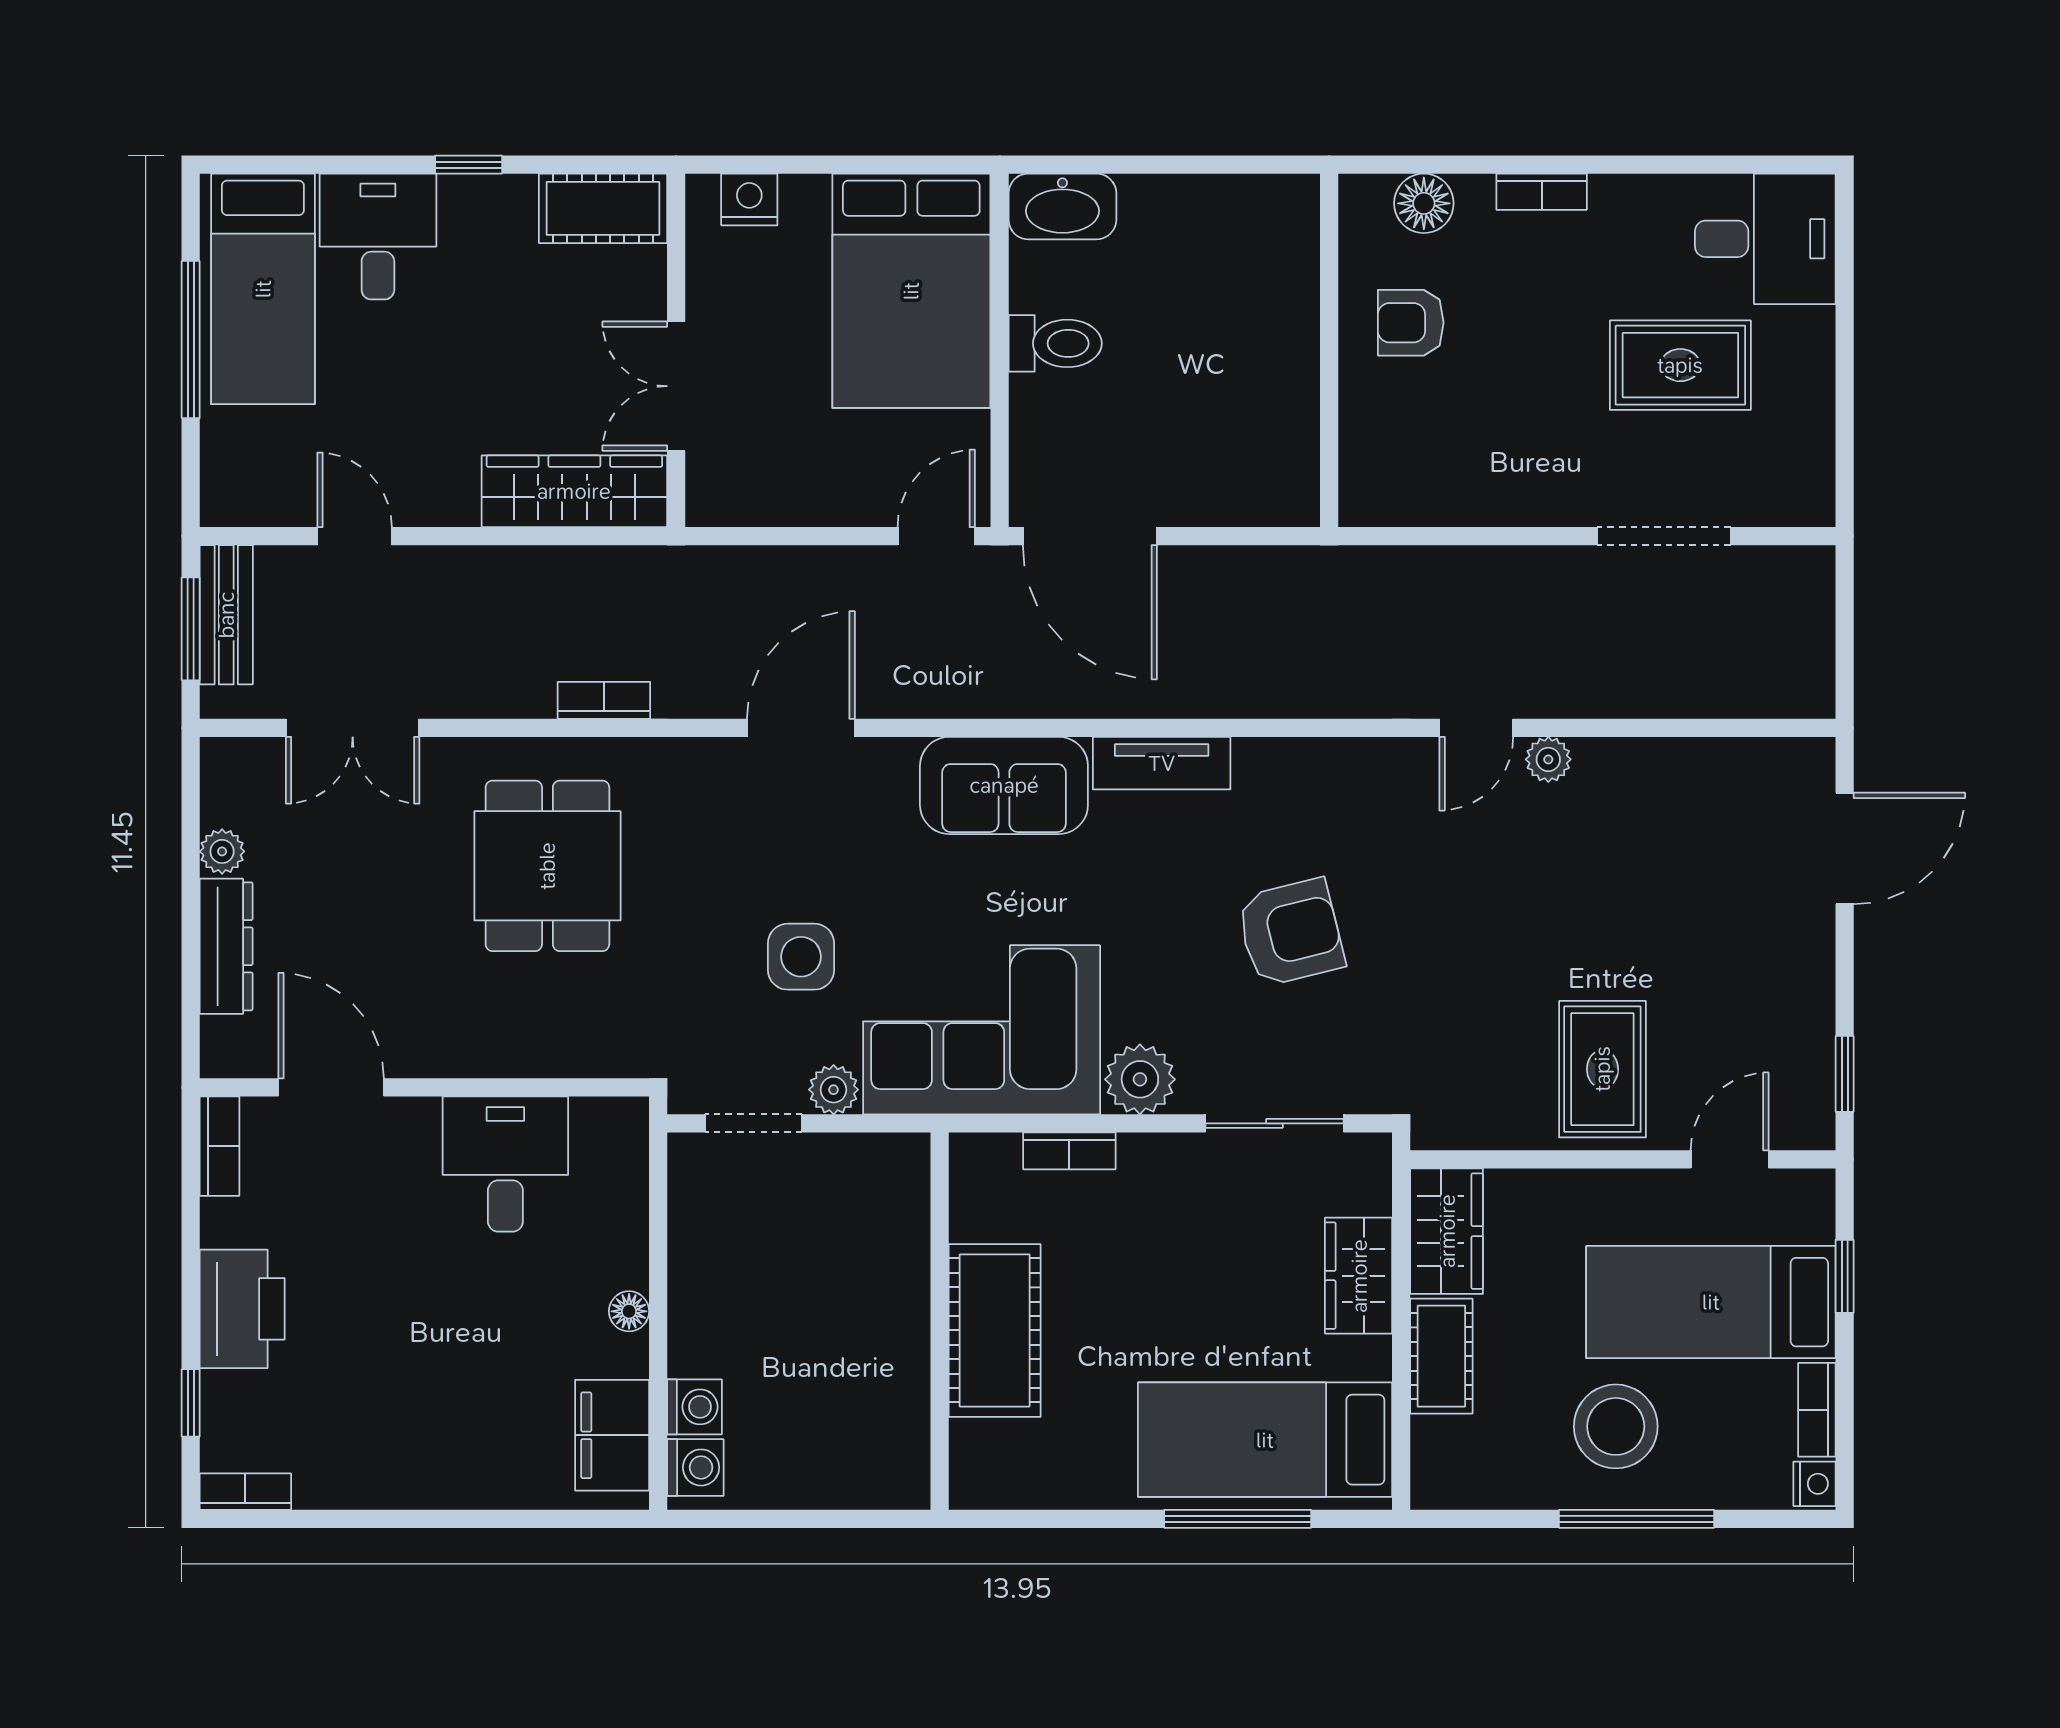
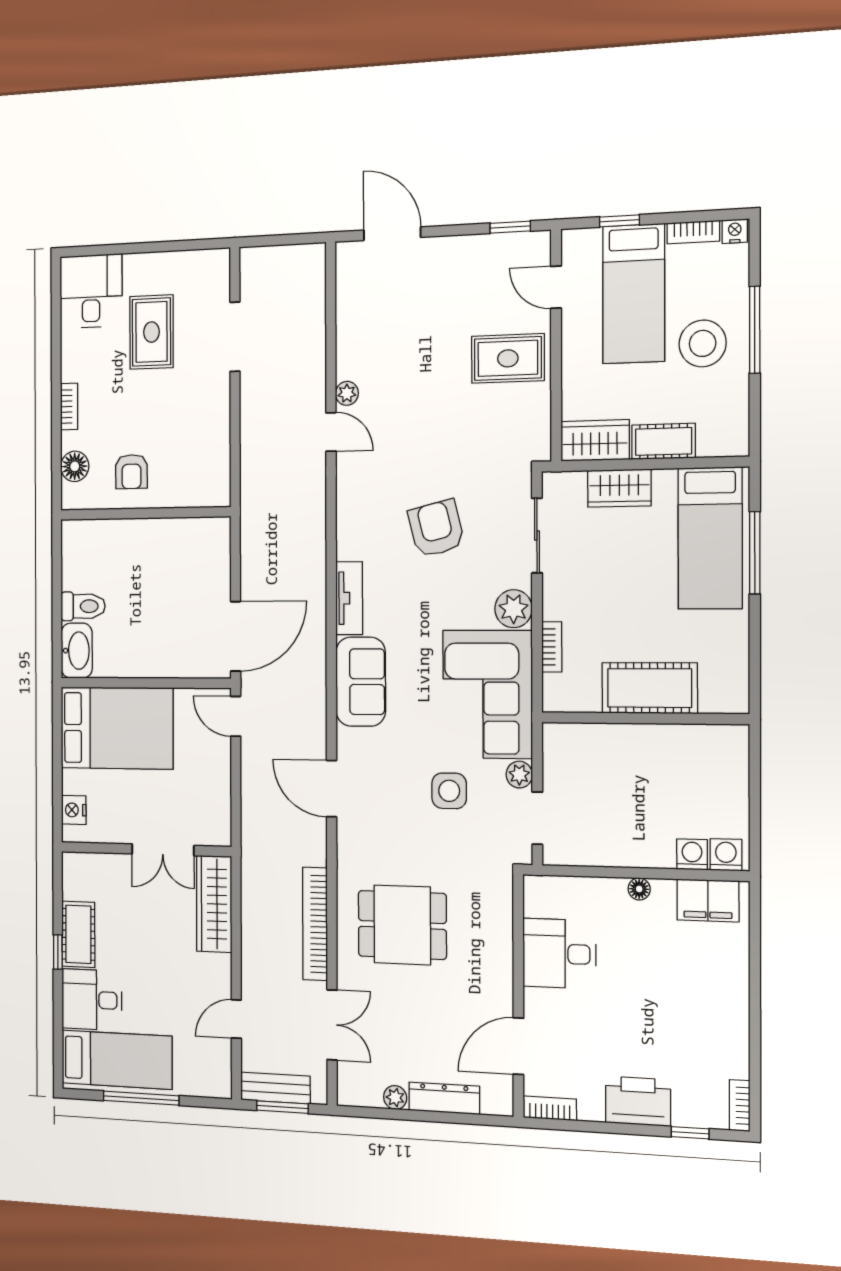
cot: (603, 208) -> (78, 934), moved
toilet: (1055, 343) -> (83, 606), moved, turned 90
bookcase: (604, 700) -> (315, 924), width x2.31, depth x1.31

